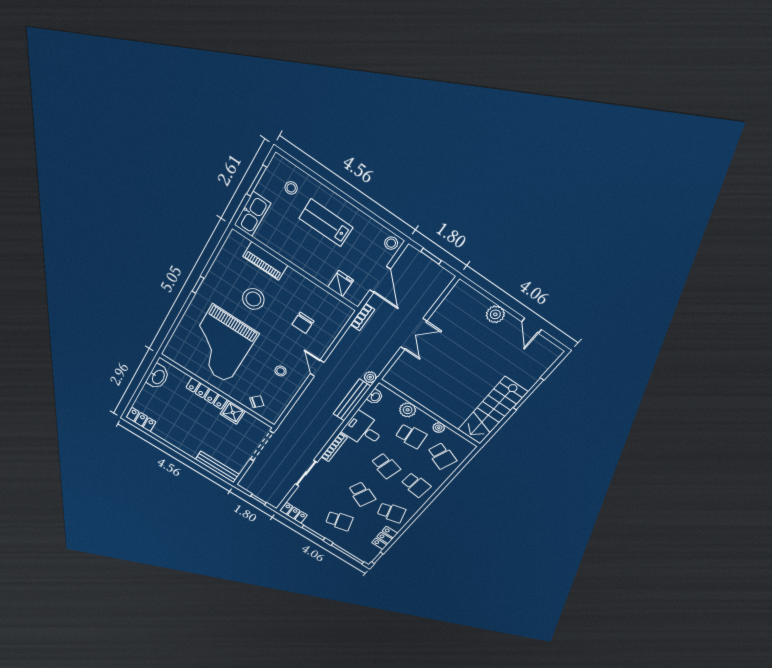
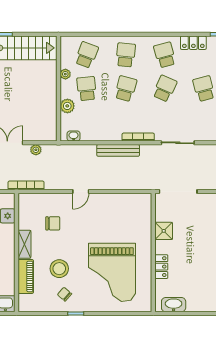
shelving: (300, 282) -> (24, 244), added
bookcase: (363, 317) -> (26, 185), width x1.56
grand piano: (220, 344) -> (112, 272), turned 90
stool: (281, 371) -> (102, 216), removed
plant: (370, 377) -> (36, 150), moved
locker: (207, 393) -> (161, 267), width x0.66
bench: (352, 400) -> (118, 150), moved
chair: (257, 402) -> (65, 294), moved
desk: (363, 430) -> (107, 126), removed

